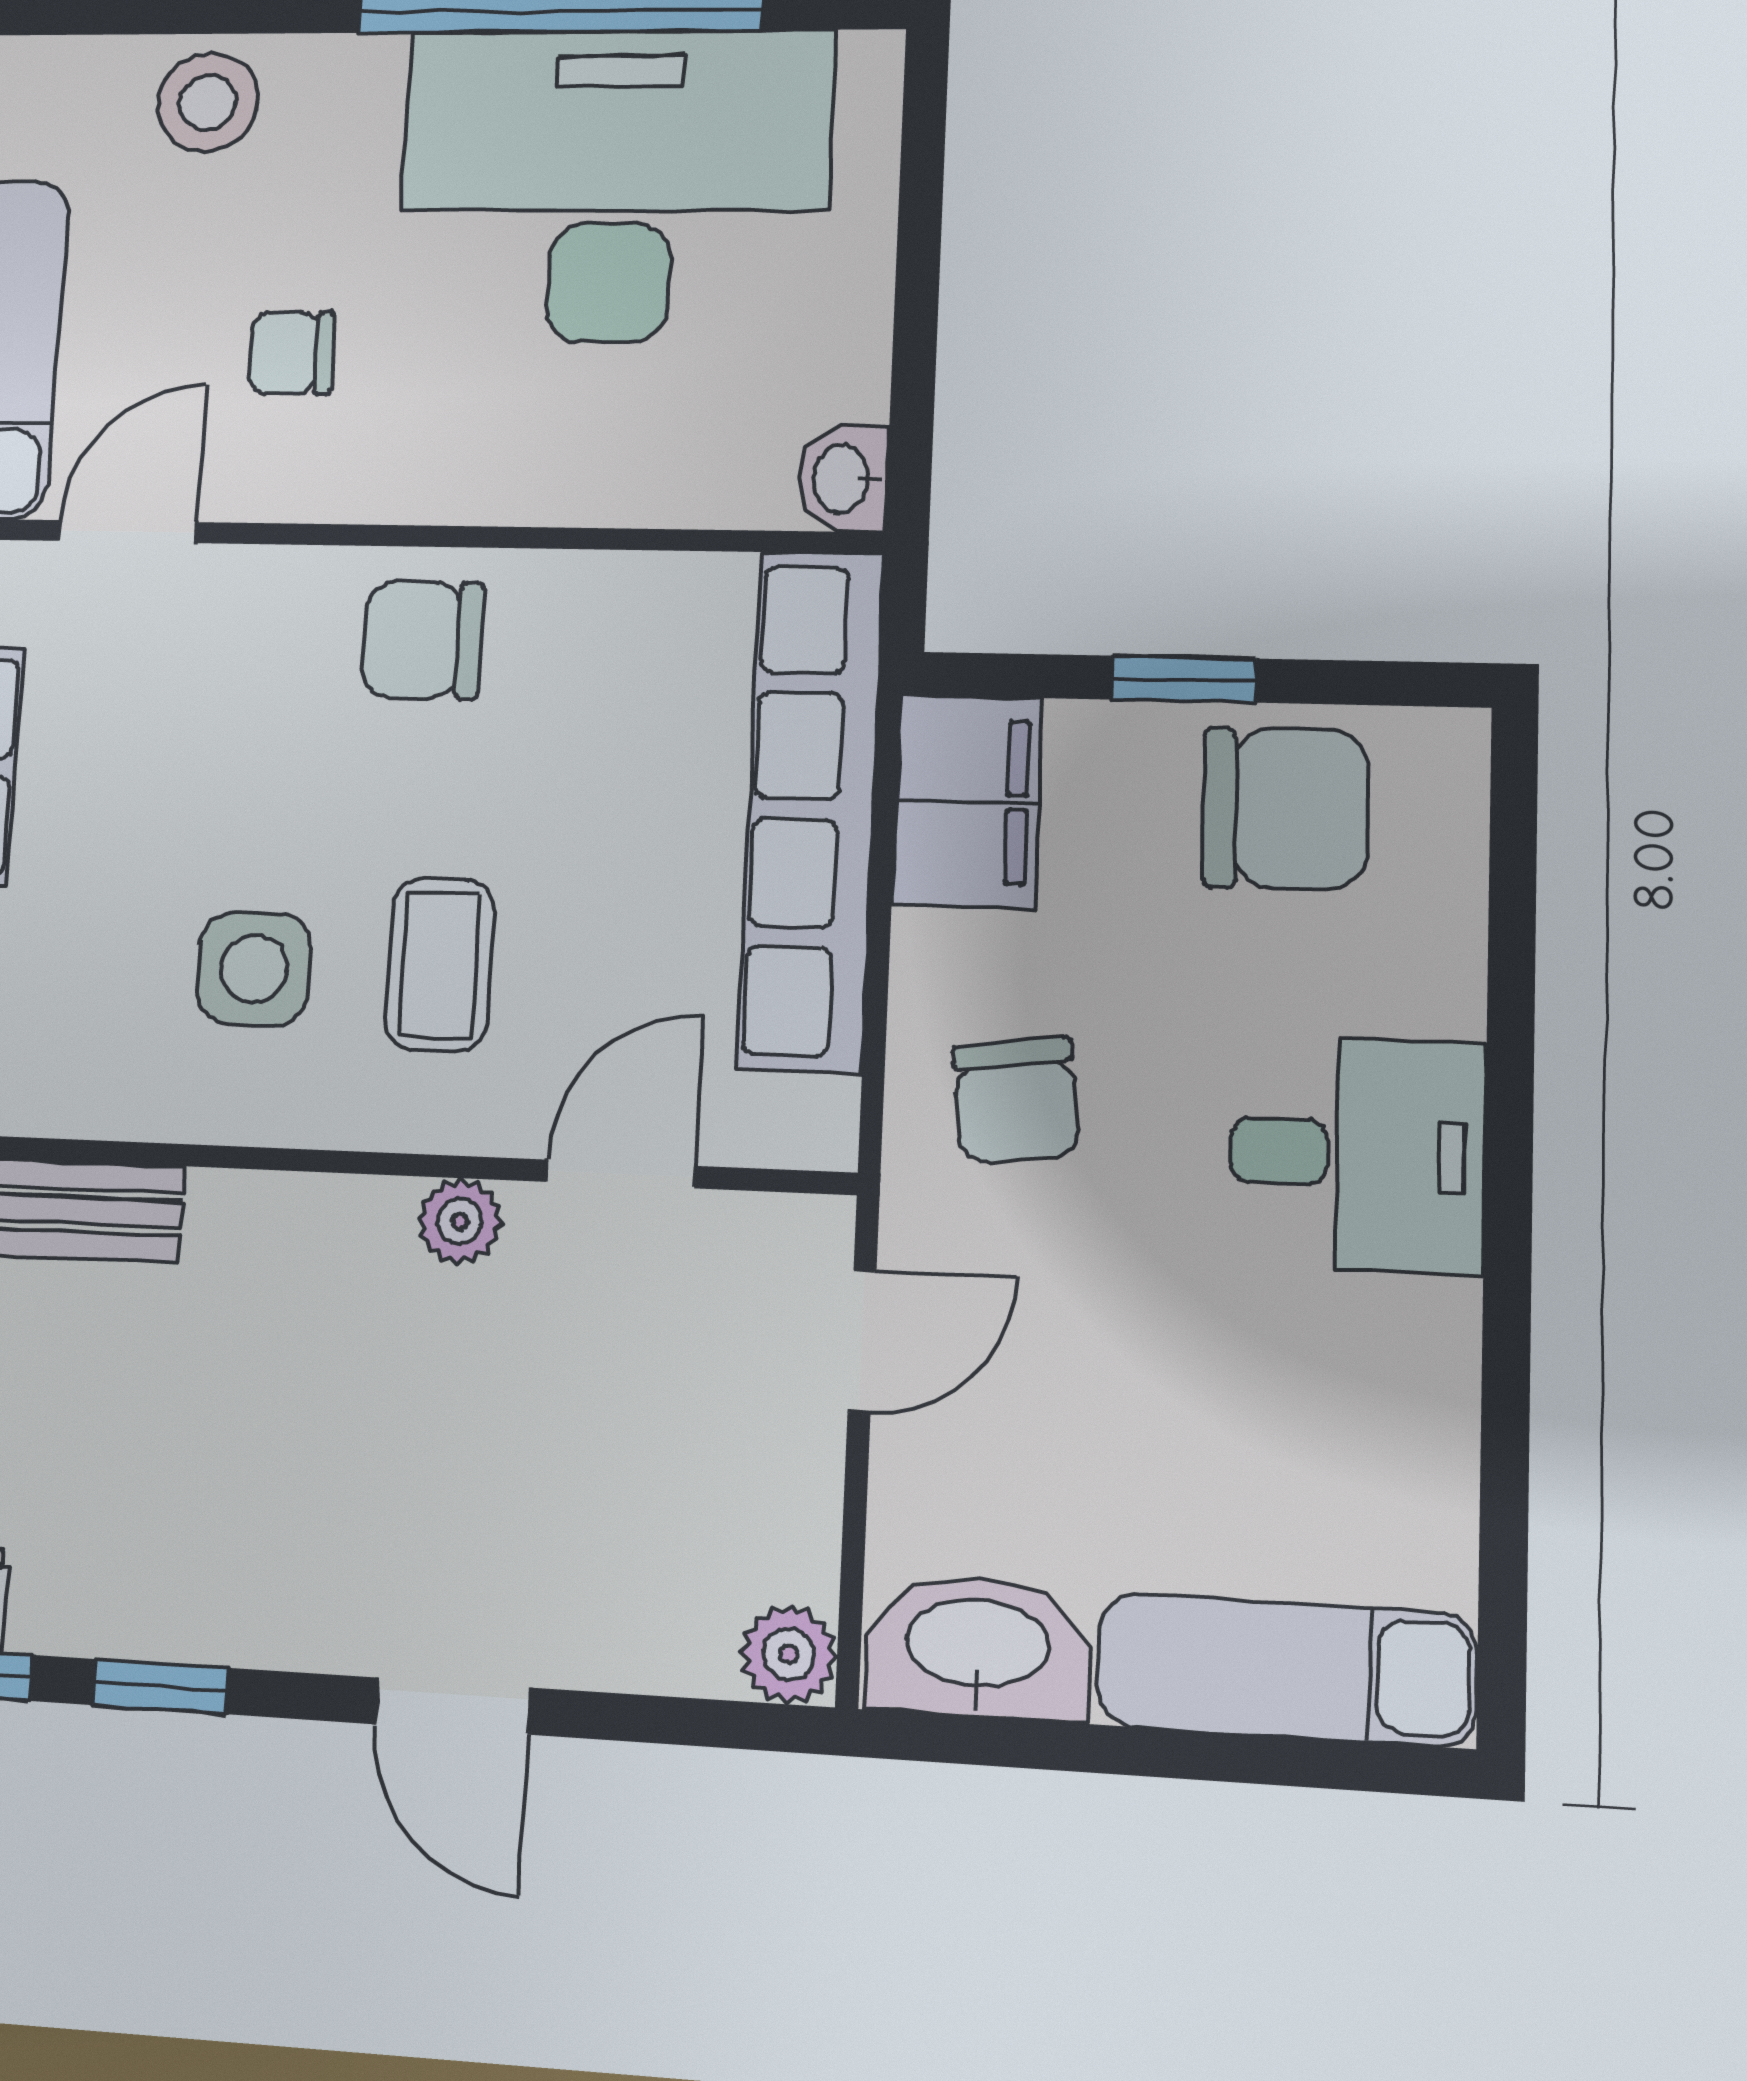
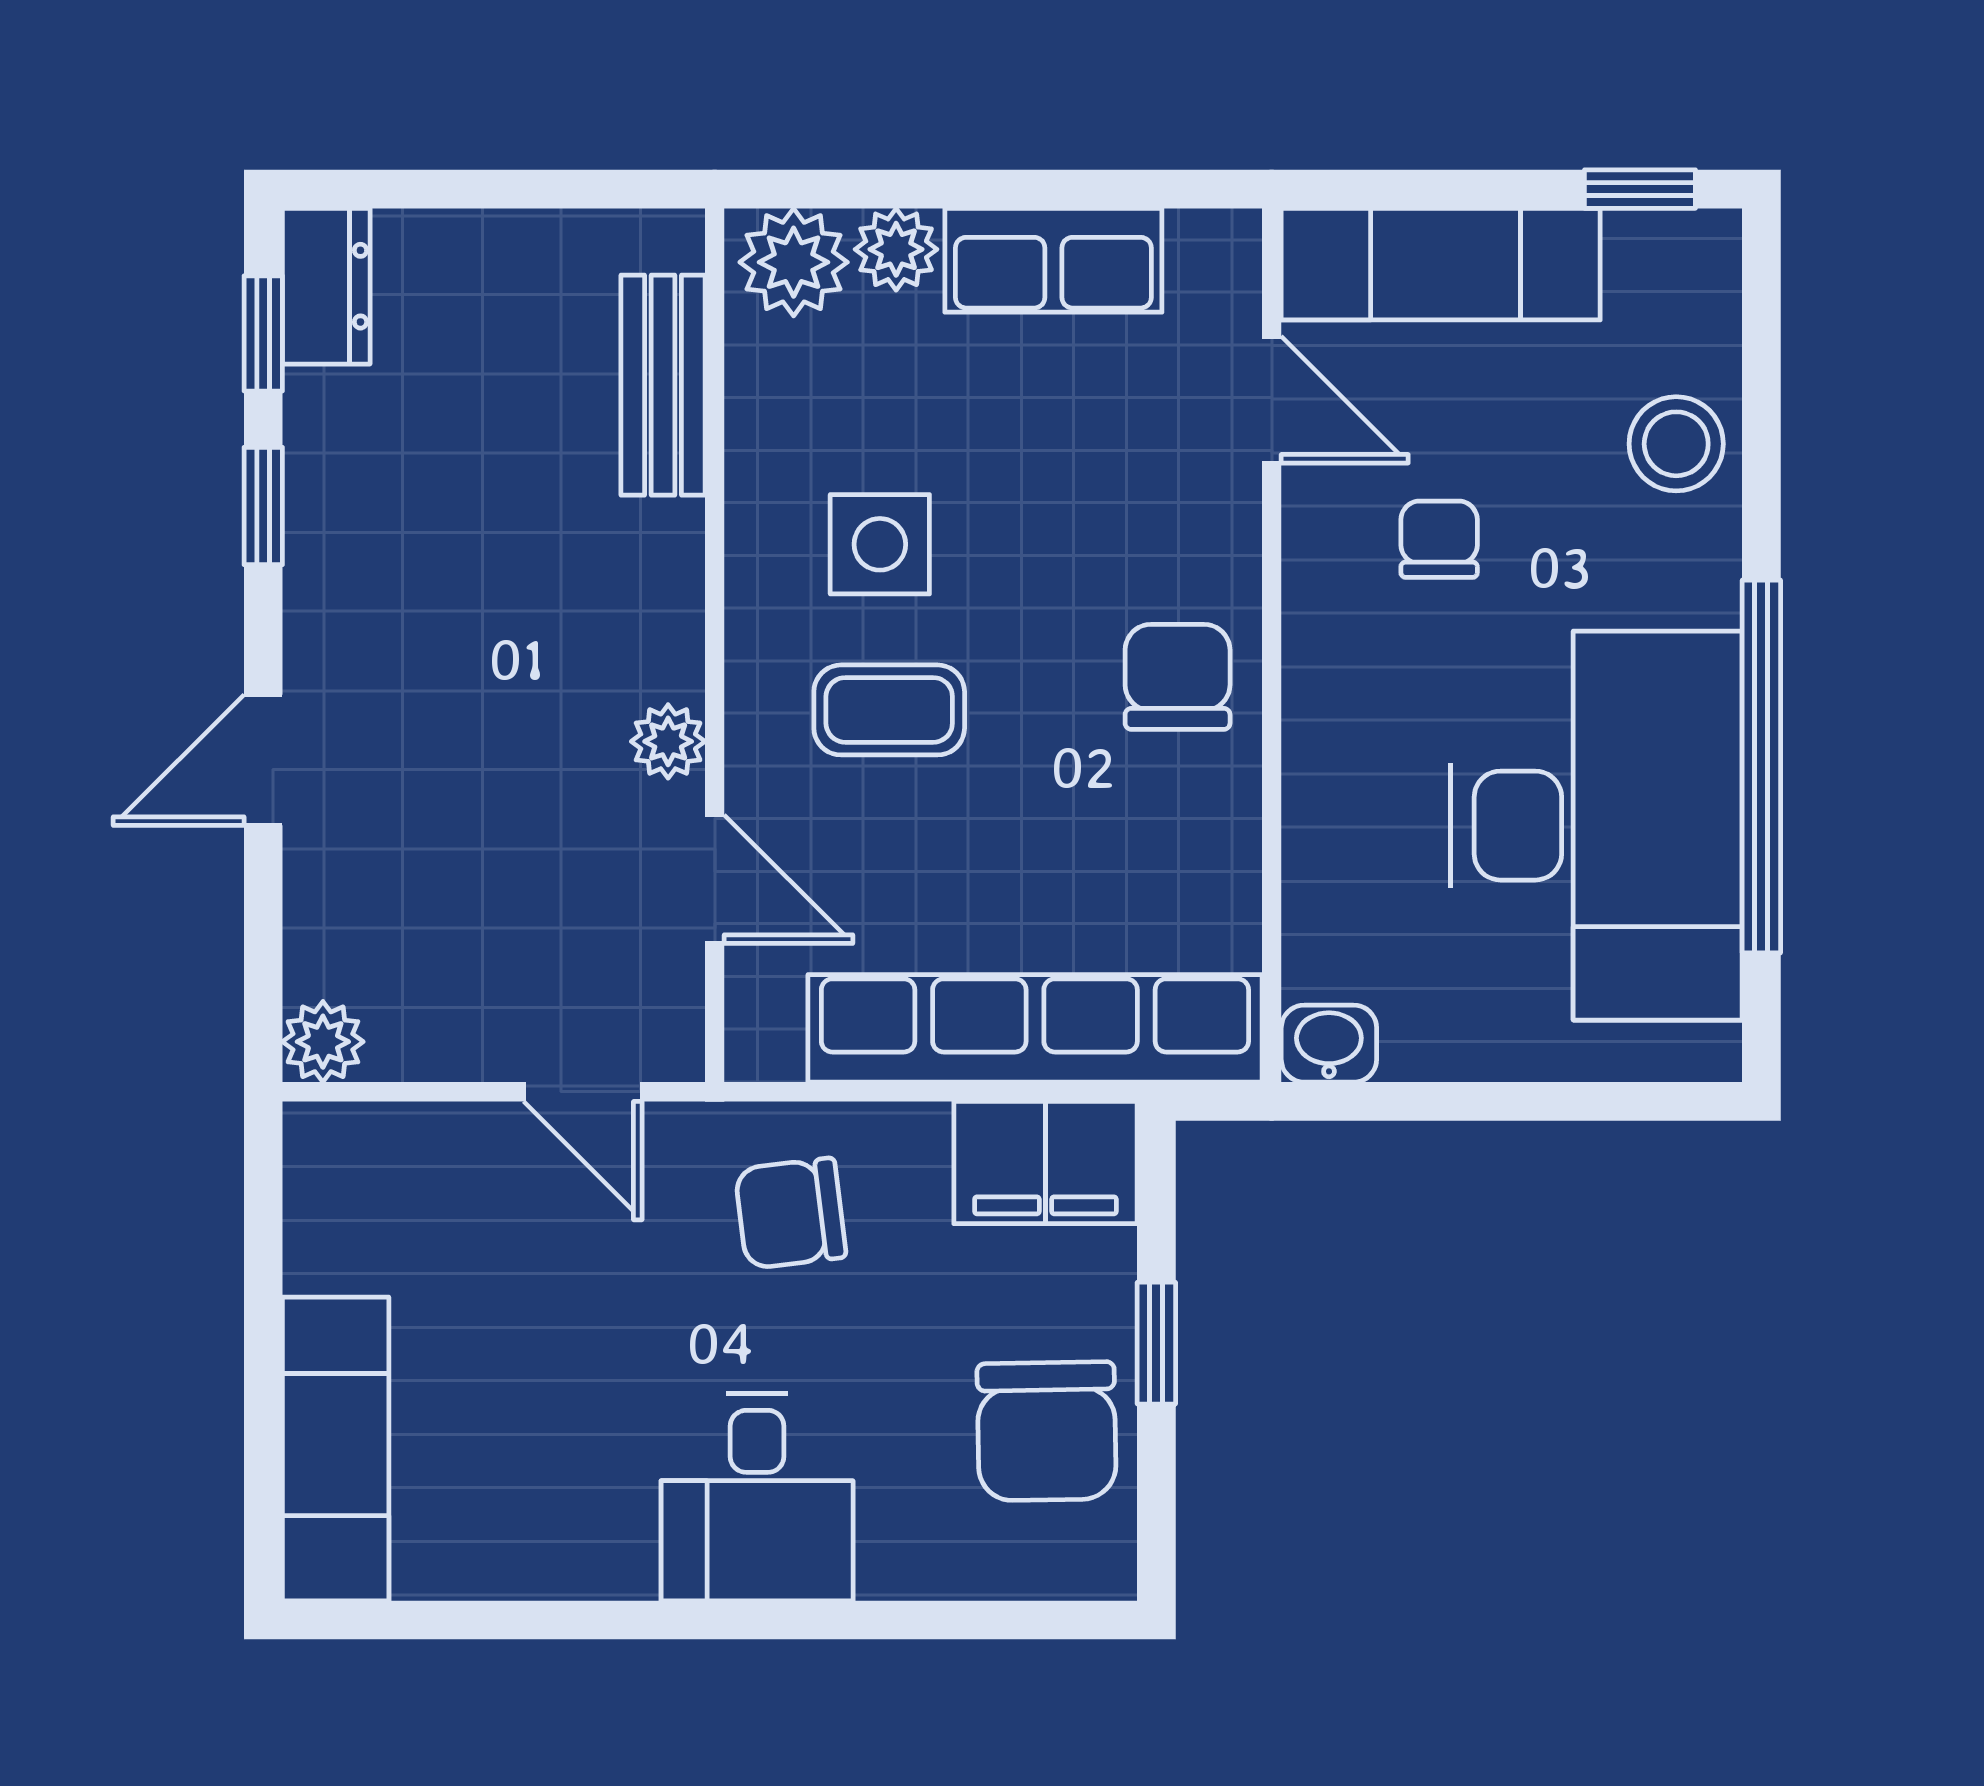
washbasin: (978, 1647) -> (338, 1198), removed

